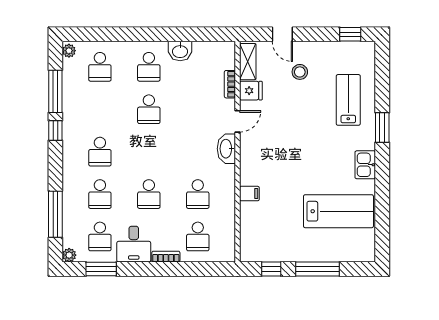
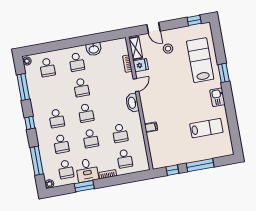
lab bench: (348, 100) -> (200, 60), width x1.36, depth x1.39
window: (55, 130) -> (30, 123), moved
school desk: (149, 152) -> (86, 113), added
lab bench: (338, 211) -> (206, 128), width x0.73, depth x0.72
window: (101, 269) -> (84, 186), moved

